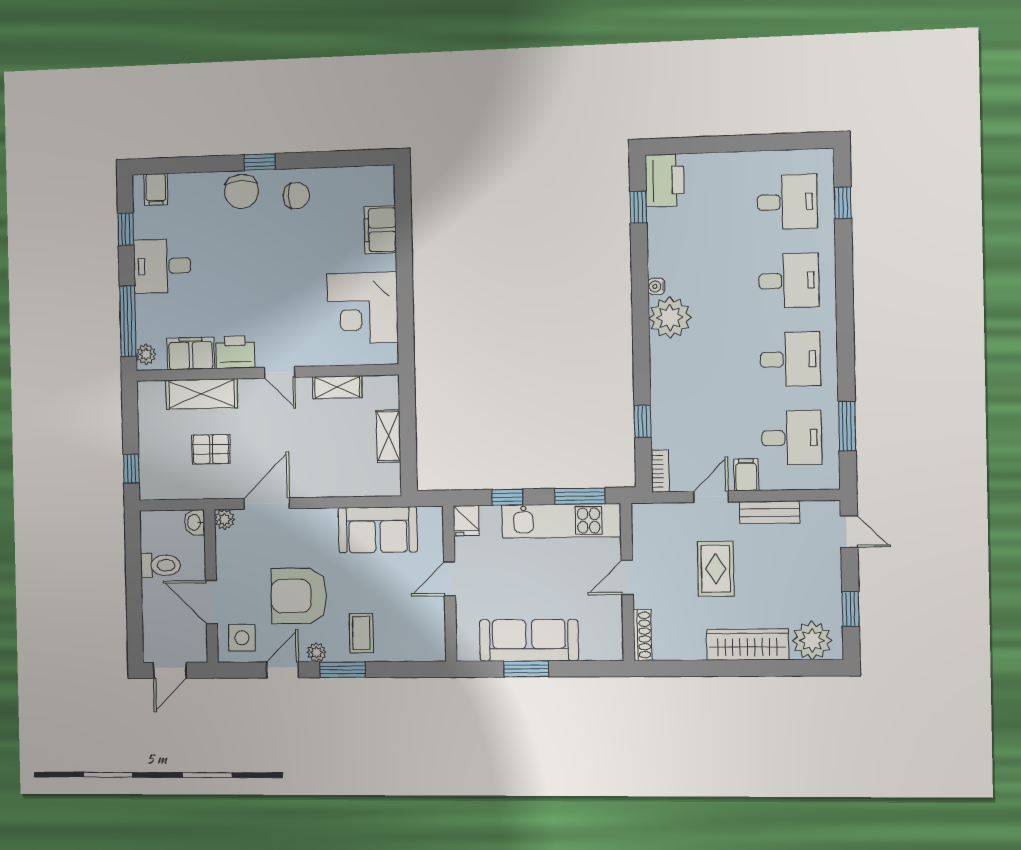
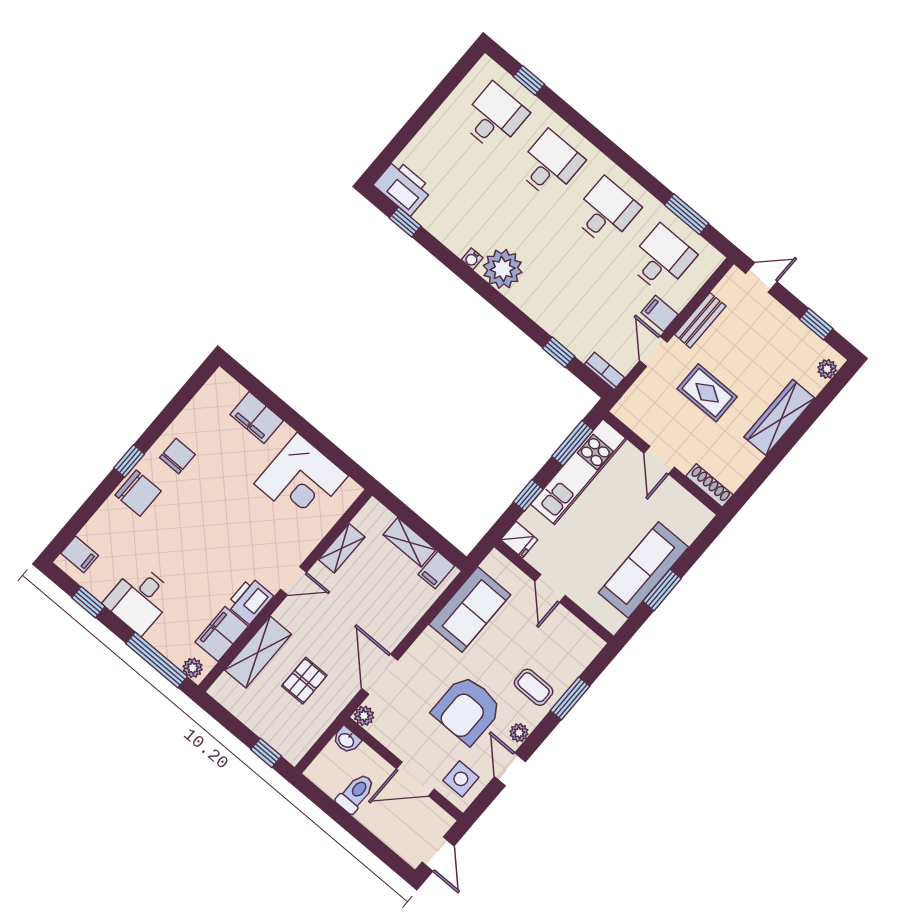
filing cabinet: (385, 476) -> (436, 570), added
plant: (812, 640) -> (827, 369), width x0.53, depth x0.53
window: (343, 670) -> (570, 698), moved

